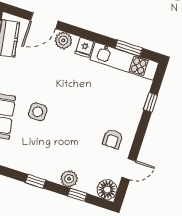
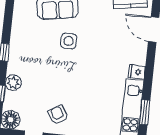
plant: (63, 40) -> (139, 51), removed
armchair: (113, 139) -> (58, 115), turned 58

